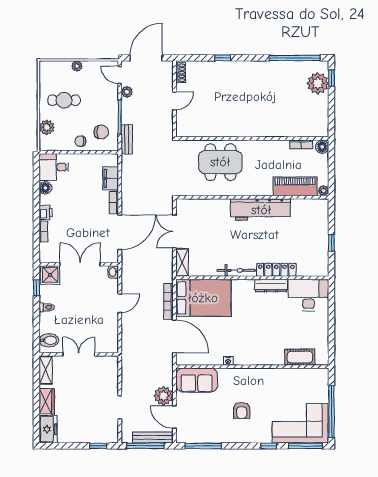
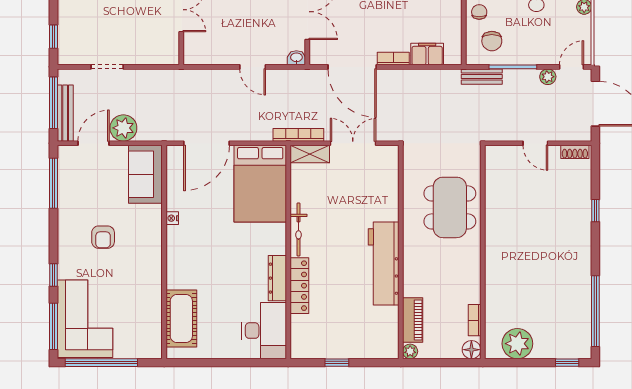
plant: (318, 83) -> (517, 344), moved
piano: (295, 186) -> (413, 320), width x0.73, depth x0.75
bookcase: (168, 301) -> (298, 135), moved
cot: (300, 357) -> (181, 319), width x1.37, depth x1.34
armchair: (242, 410) -> (103, 237), turned -90

